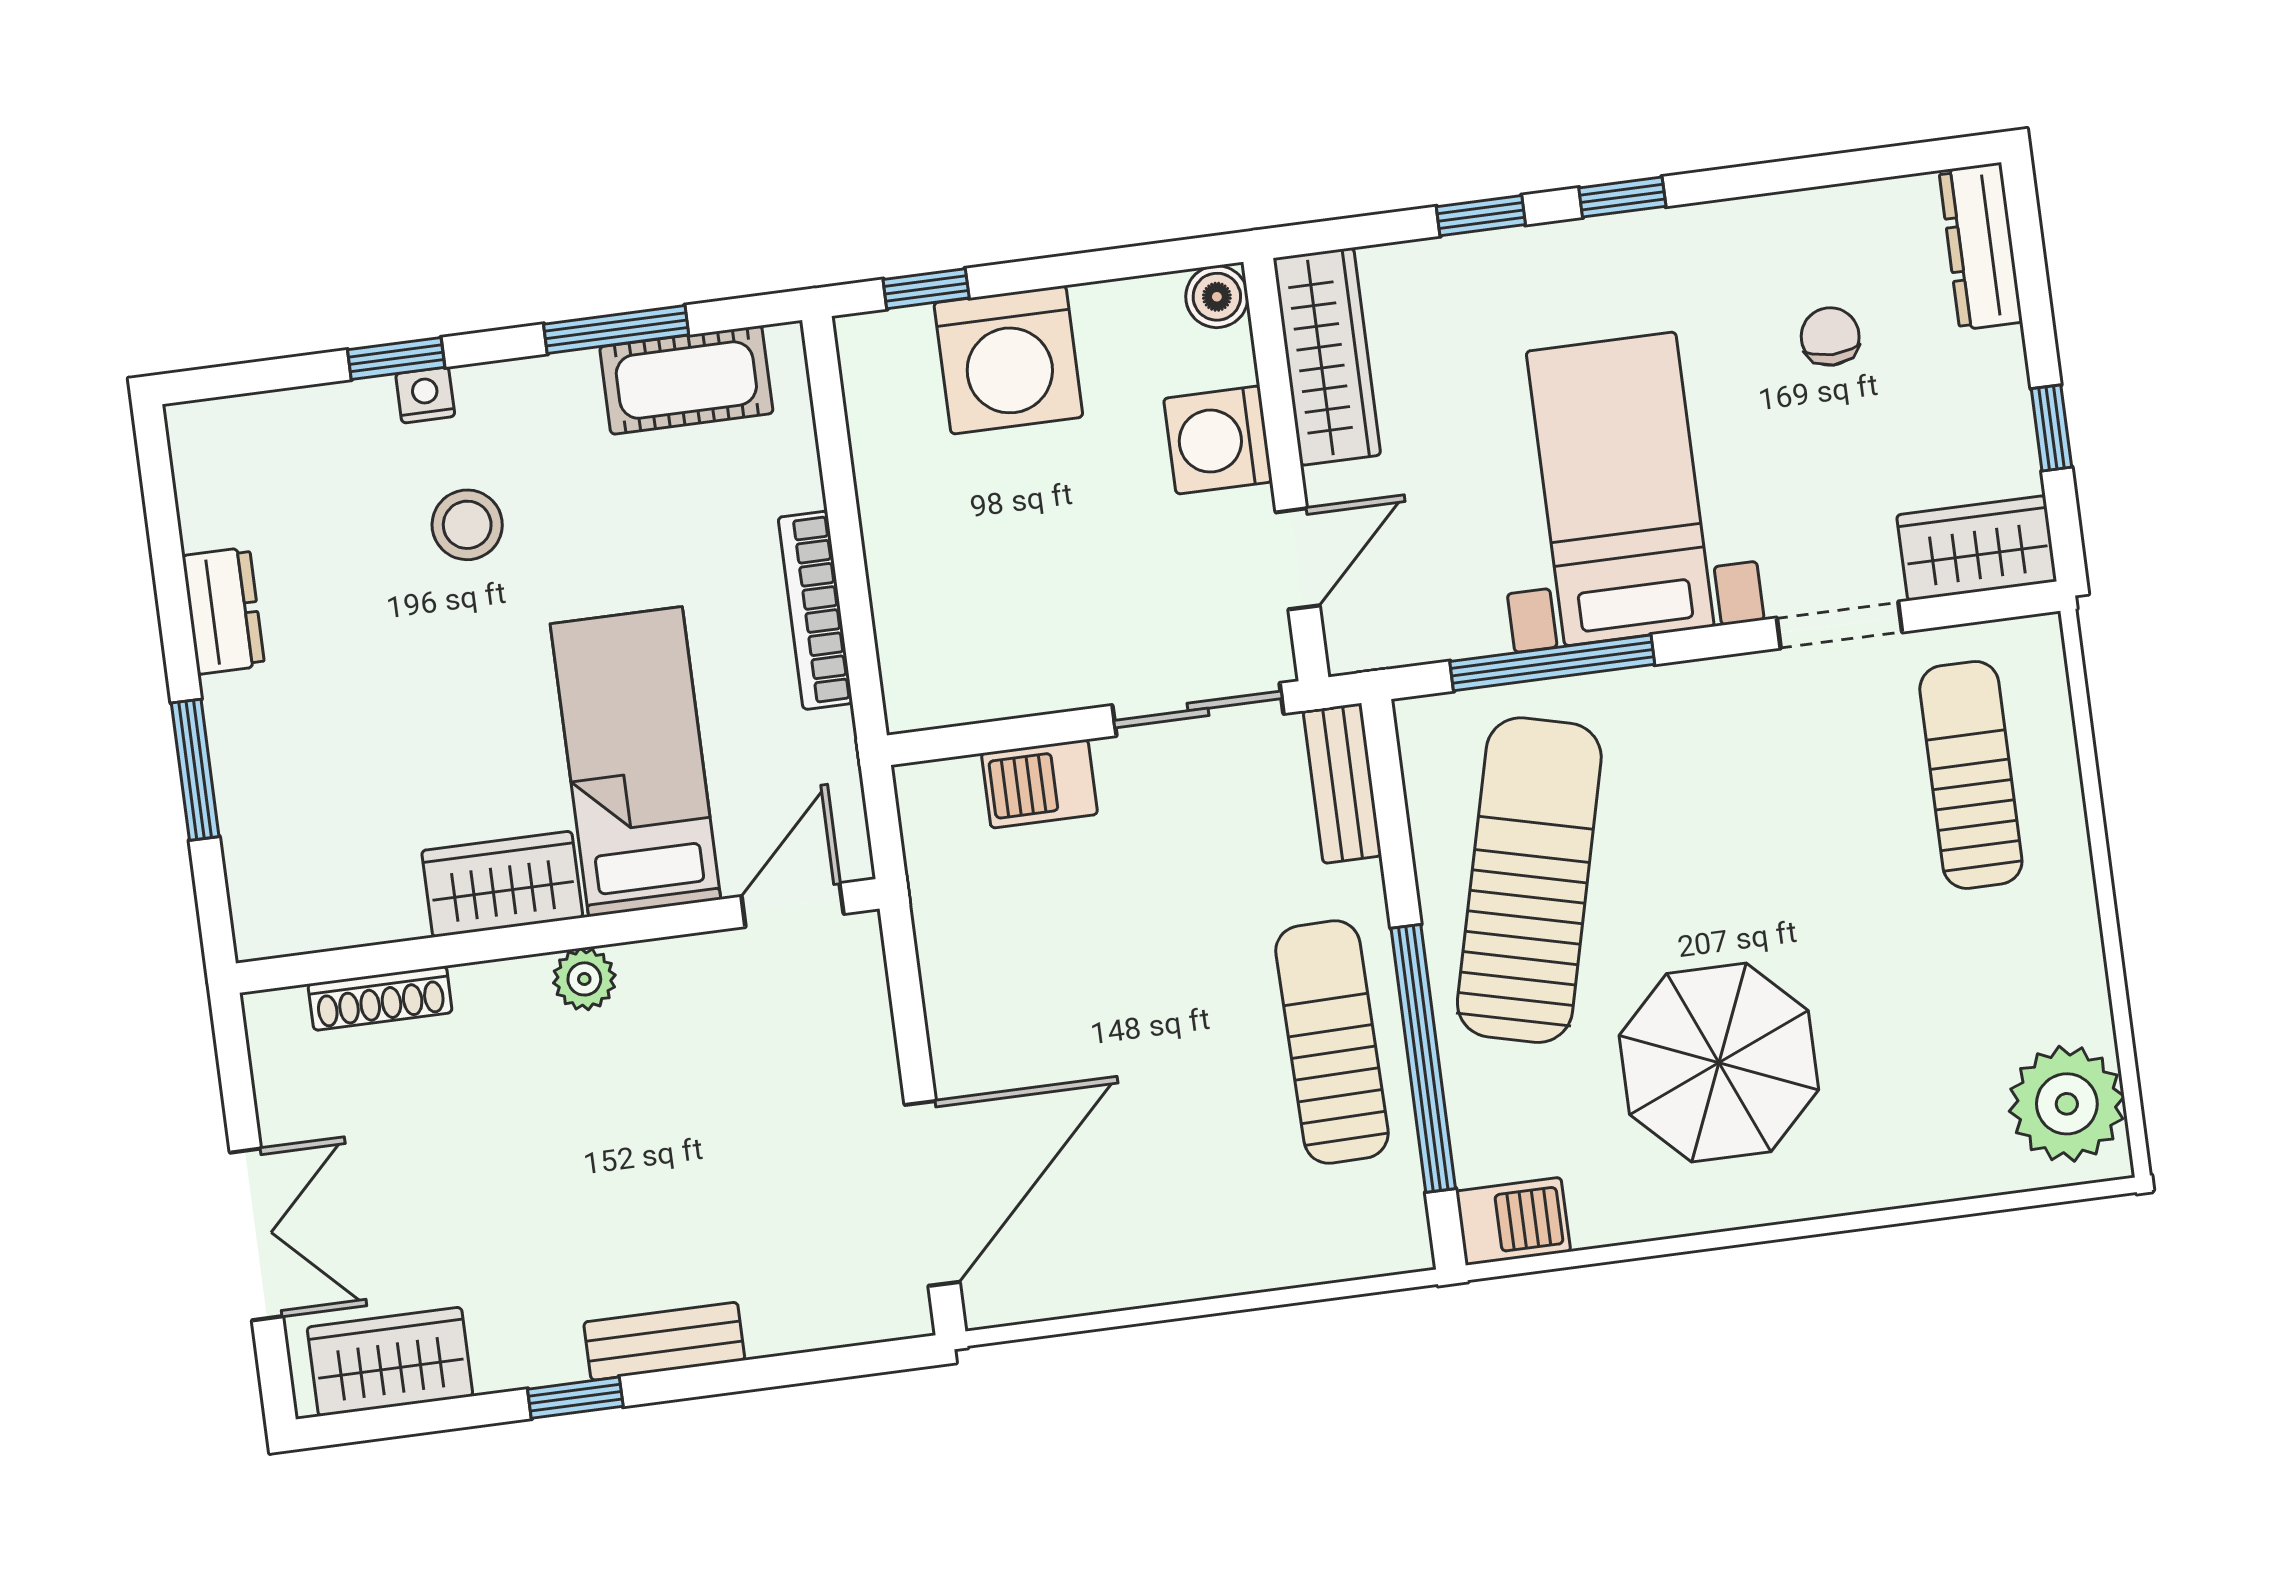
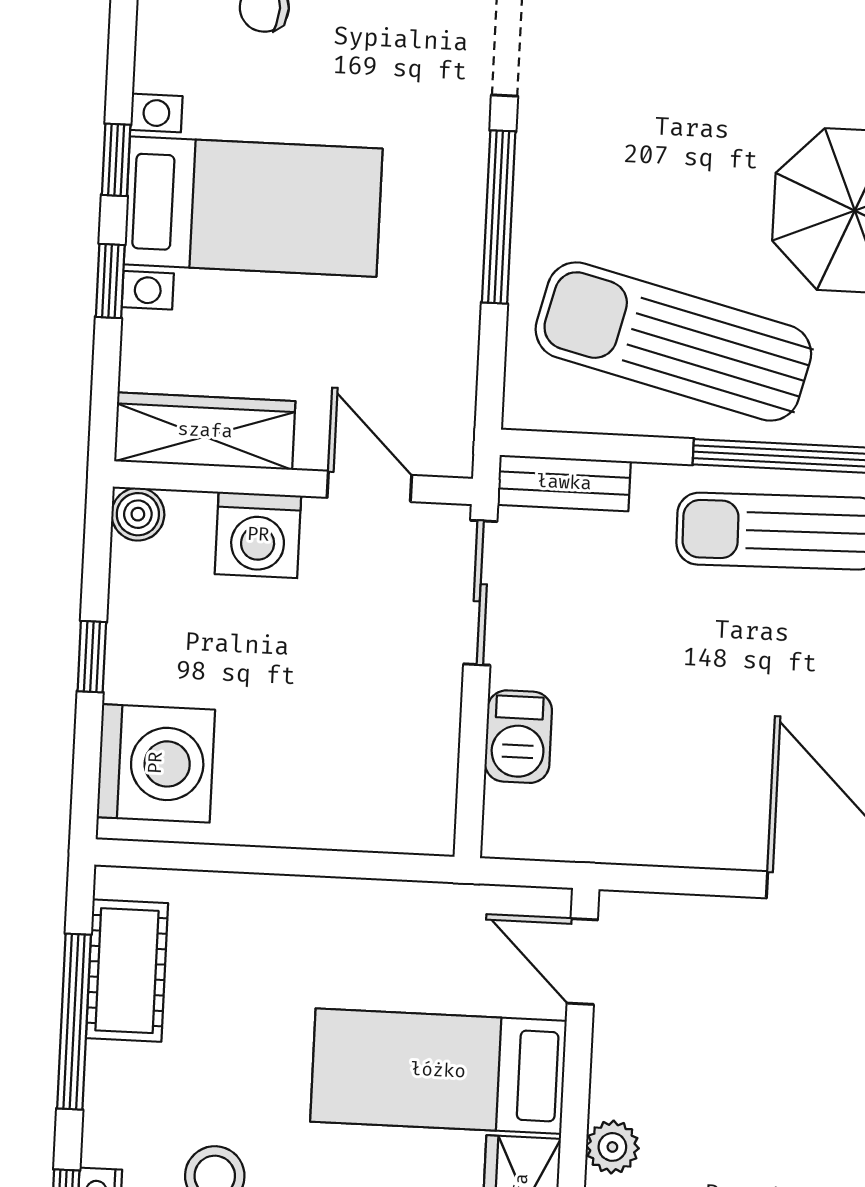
window: (926, 289) -> (92, 657), moved
window: (616, 329) -> (74, 1022), width x1.44
washing machine: (1008, 360) -> (156, 763), moved
bed with nightstands: (1620, 489) -> (253, 207), moved, turned 180
bookcase: (815, 610) -> (339, 898), removed
window: (1552, 663) -> (499, 217), moved

